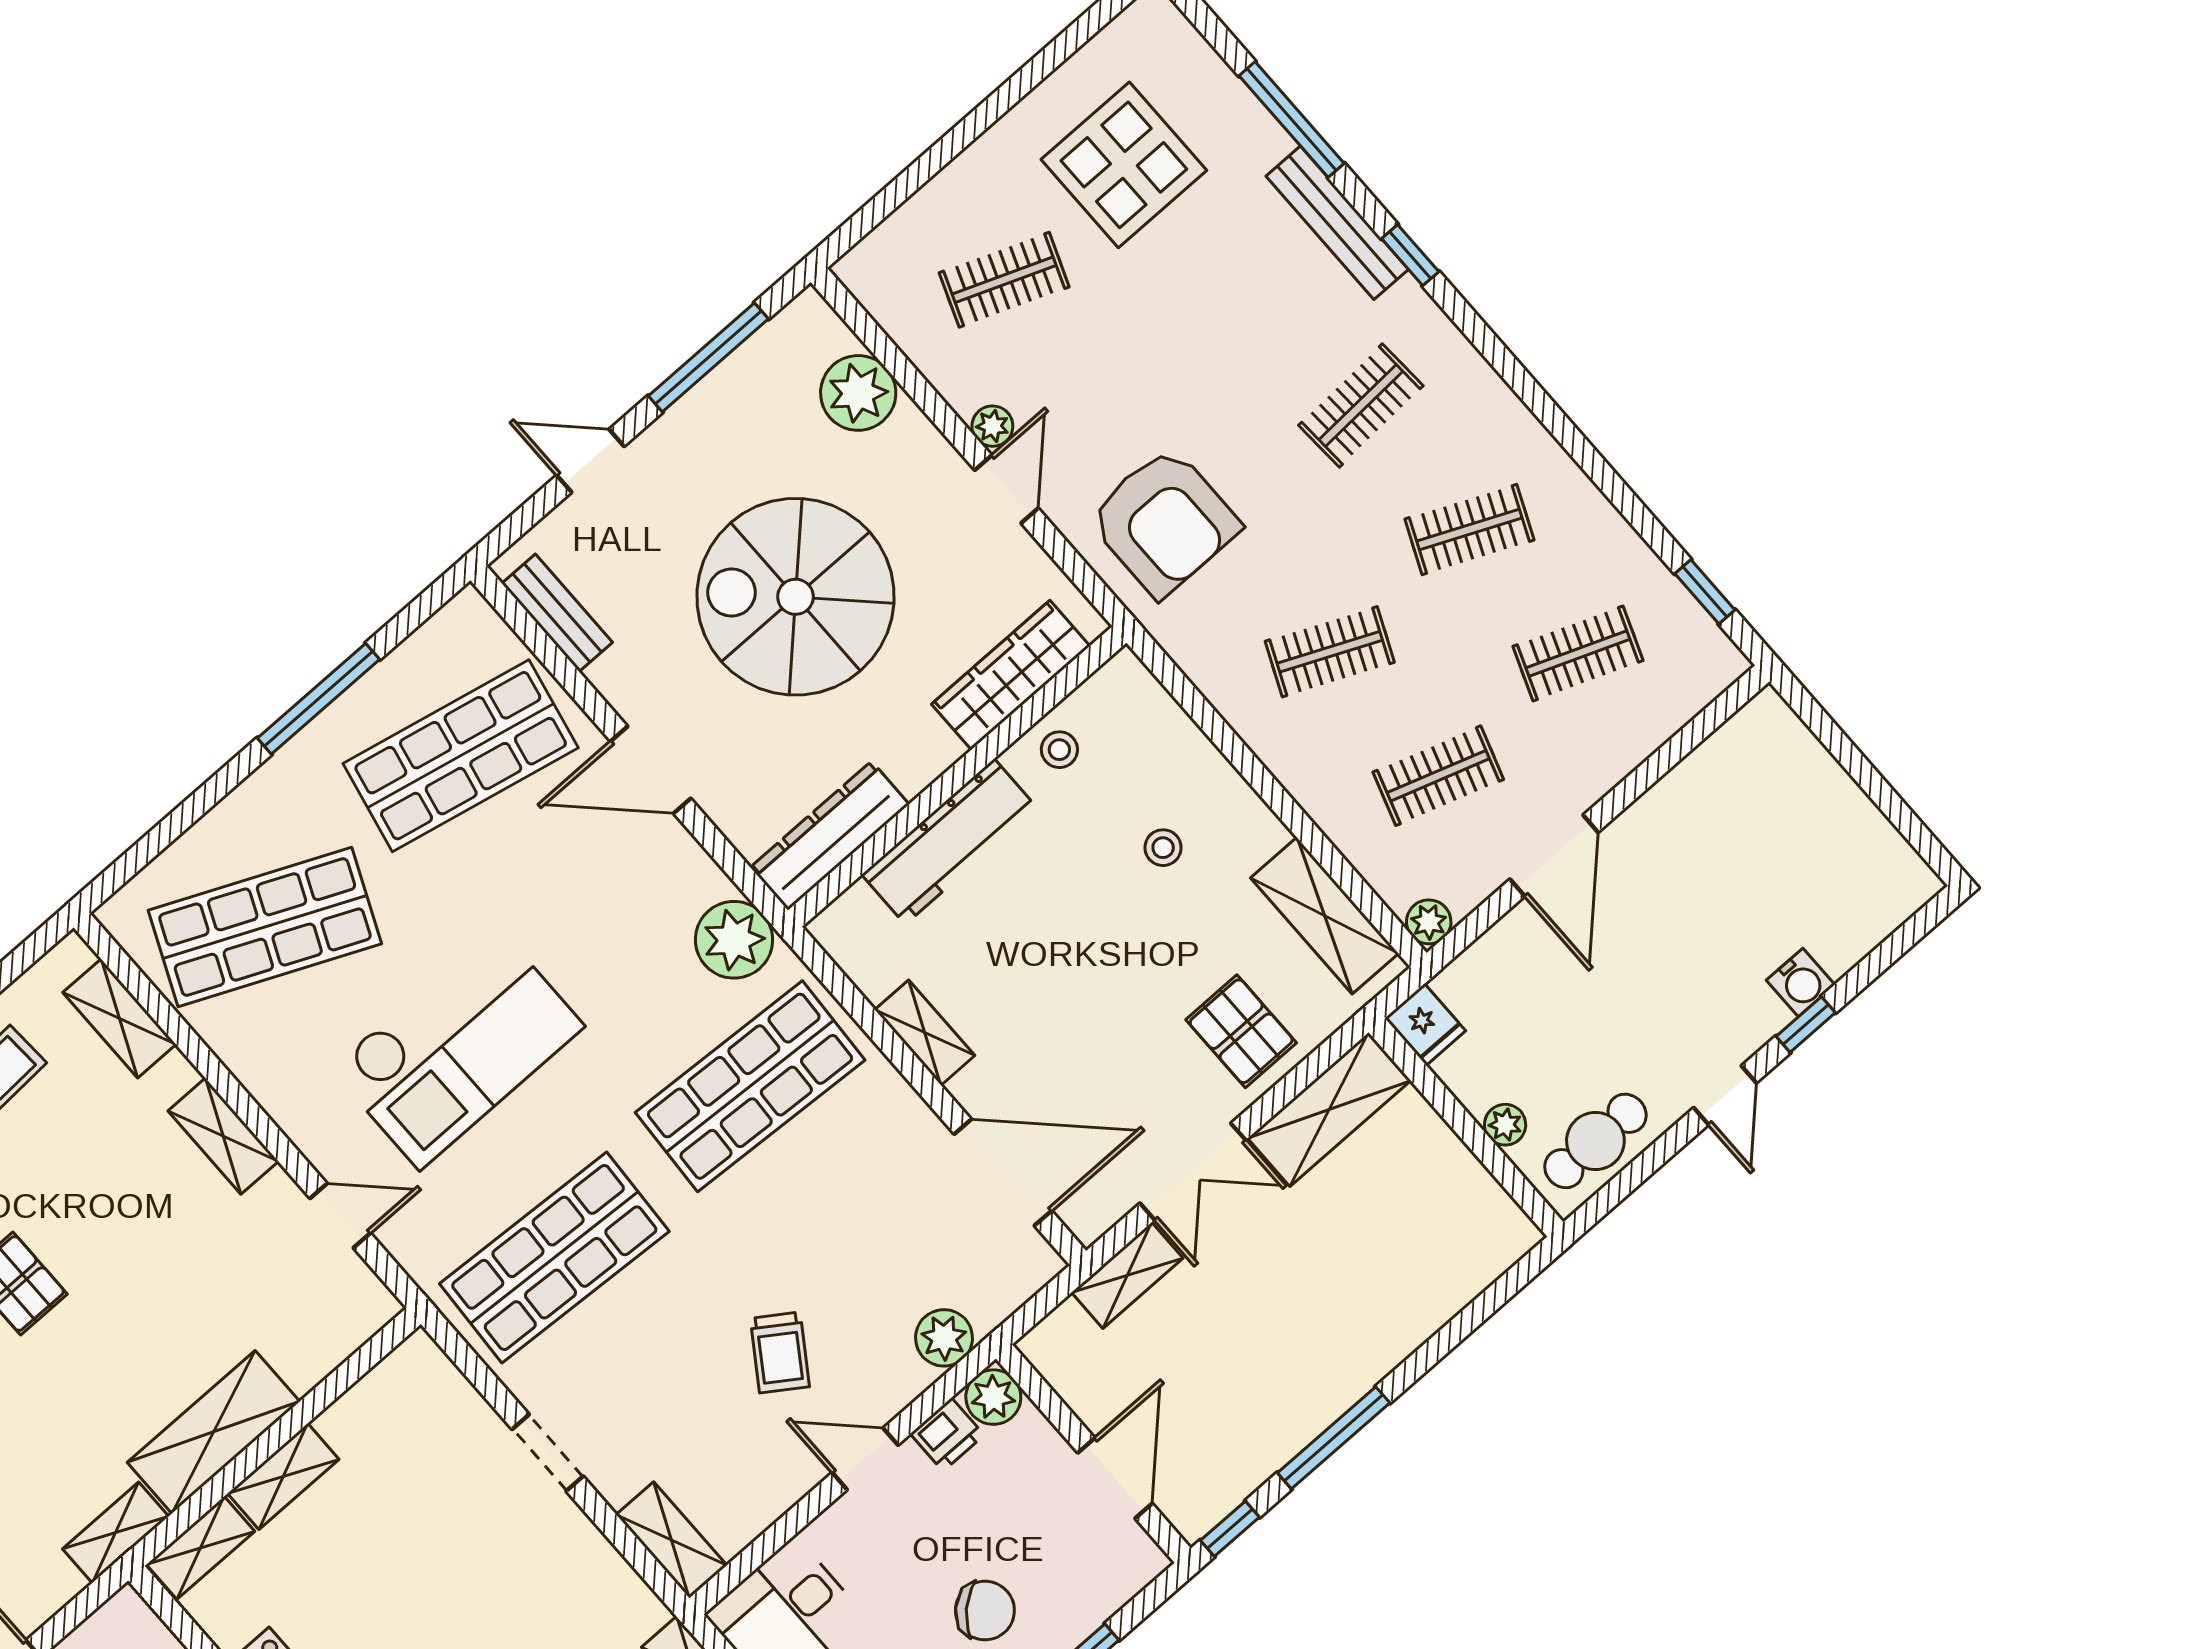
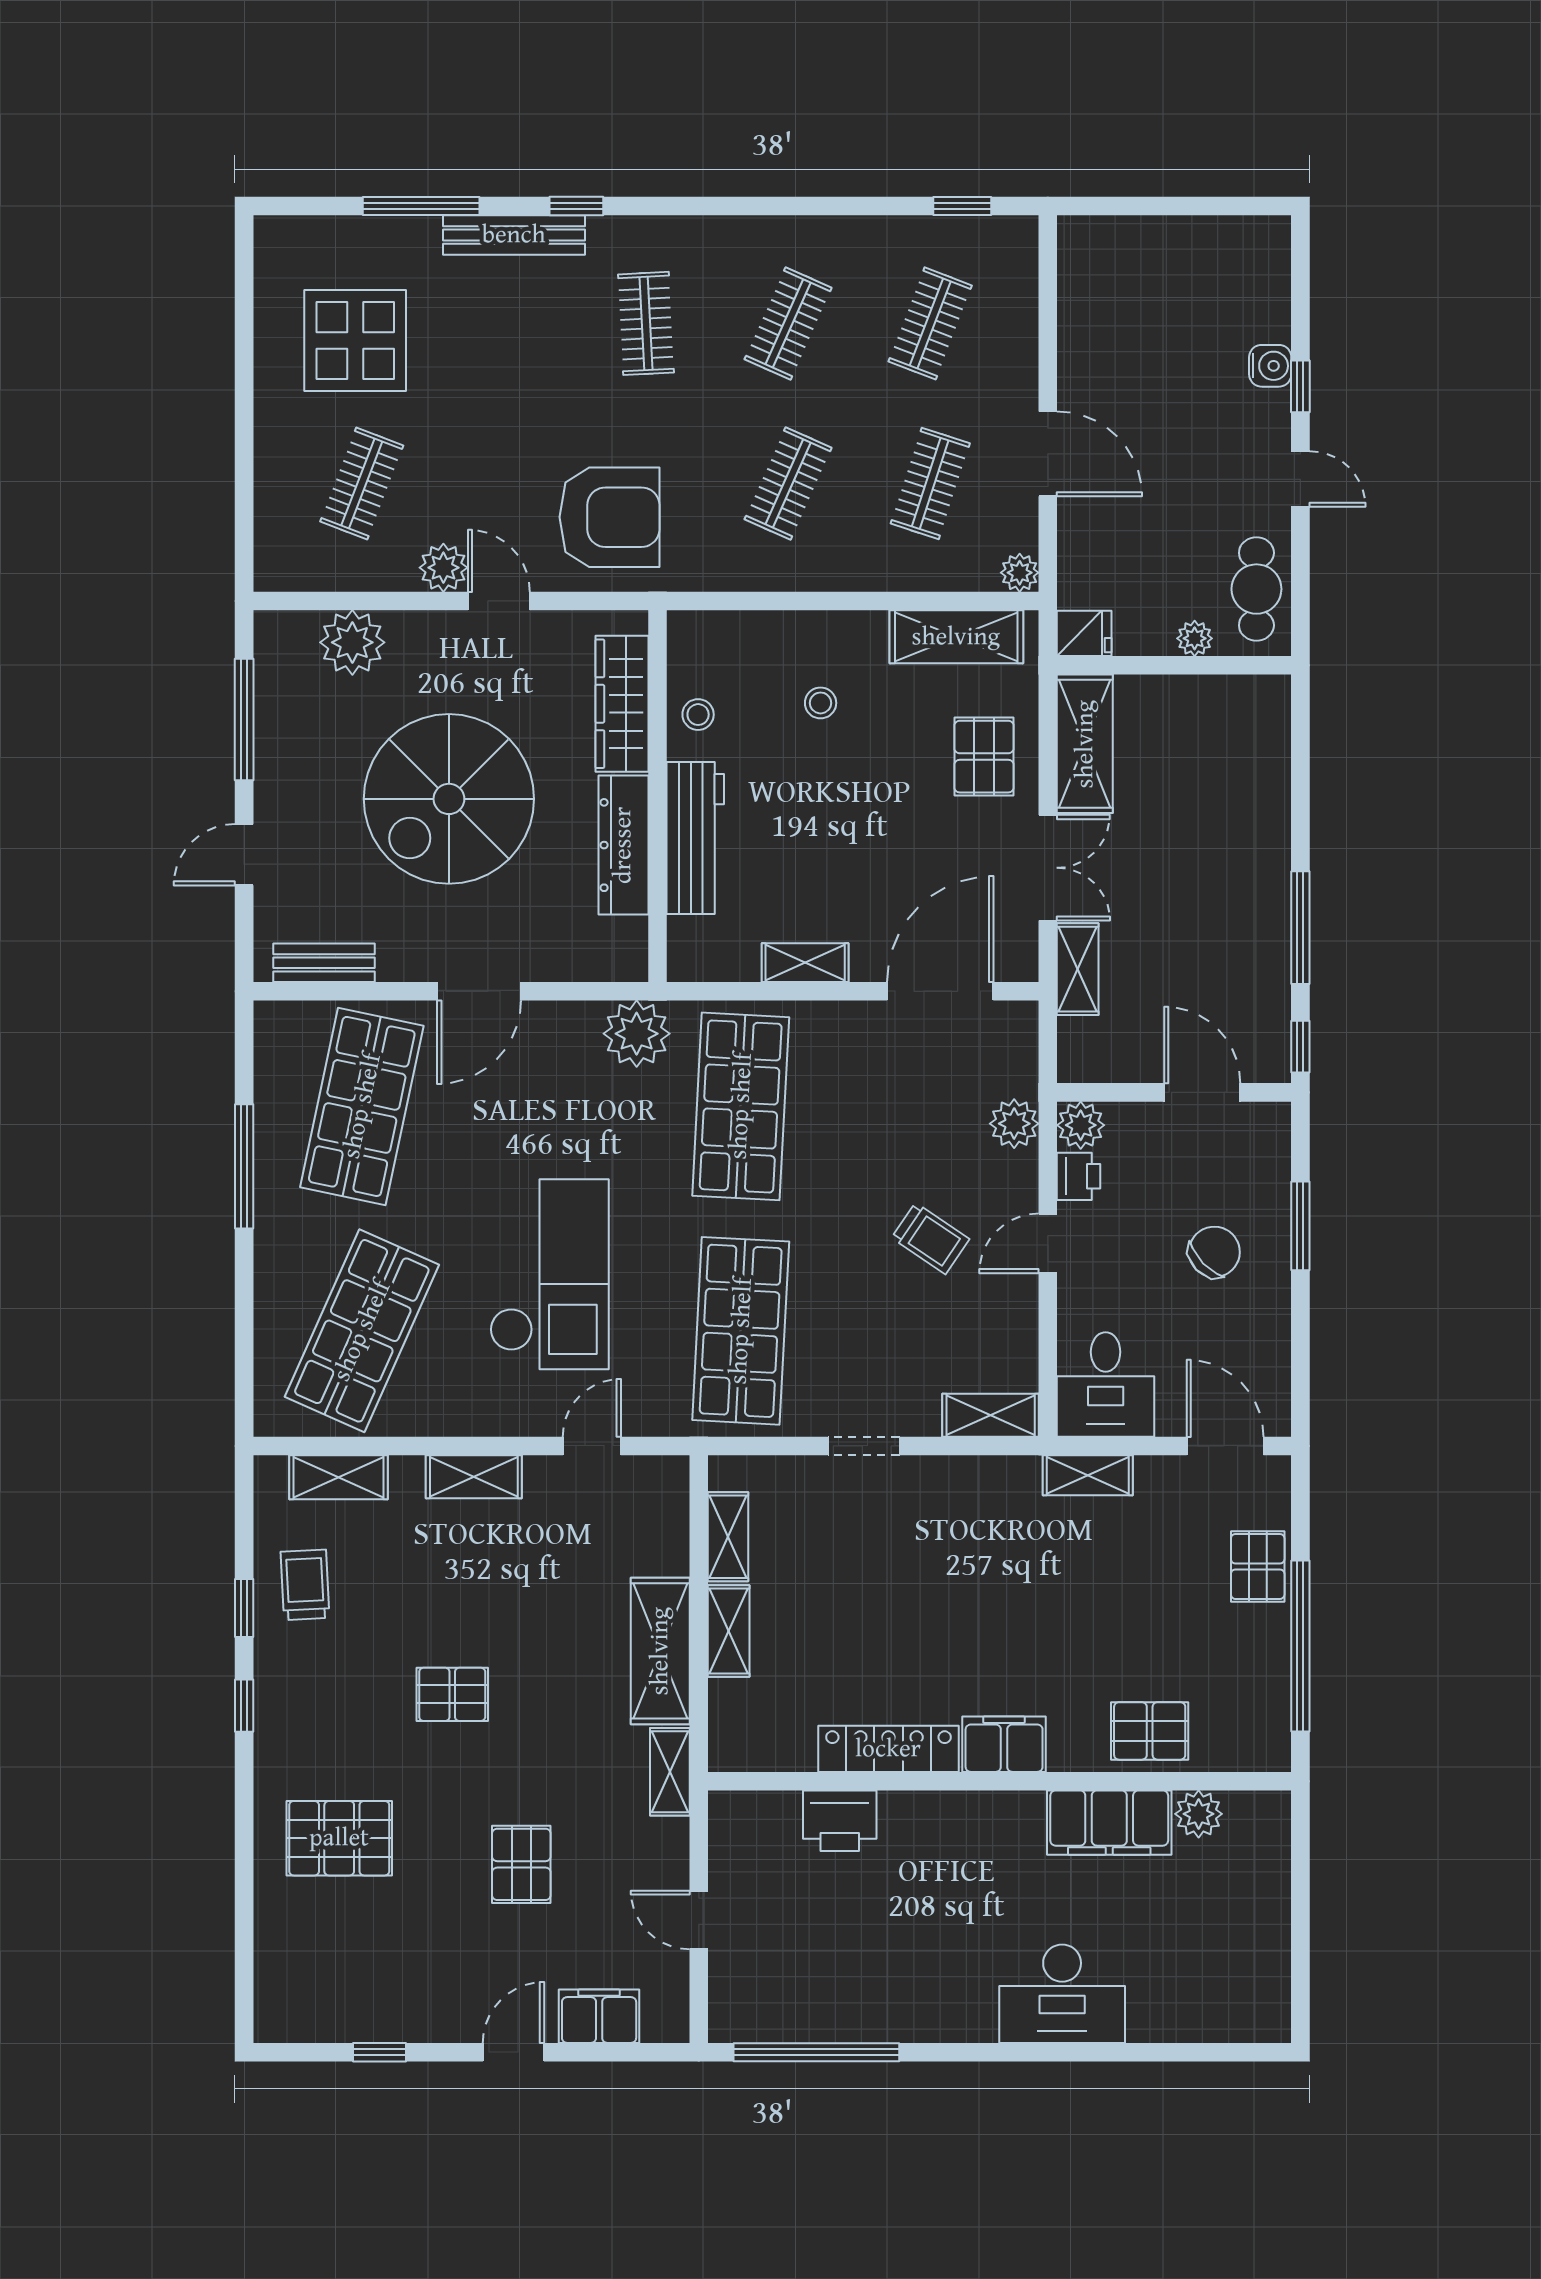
plant: (992, 426) -> (443, 568), width x1.38, depth x1.38
dresser: (830, 836) -> (623, 845), moved
pallet: (1241, 1031) -> (984, 757), turned 90
shelving: (200, 1548) -> (728, 1537), moved

